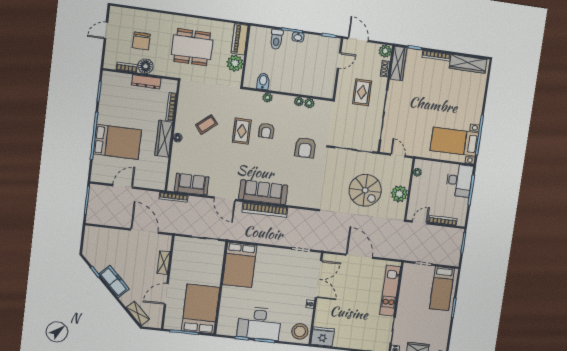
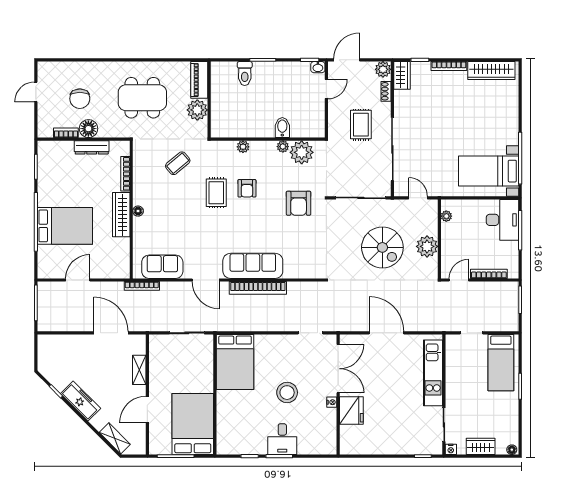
washbasin: (298, 37) -> (318, 67), moved
door: (358, 40) -> (347, 60), hinge flipped
wardrobe: (398, 63) -> (402, 75), width x0.67
bidet: (263, 81) -> (282, 128), moved
plant: (309, 103) -> (302, 152), width x1.87, depth x1.87
coffee table: (207, 124) -> (178, 163), moved
desk: (259, 323) -> (282, 439), width x0.53, depth x0.77
stool: (300, 331) -> (287, 393), moved
fridge: (323, 337) -> (351, 410), moved, turned 90

